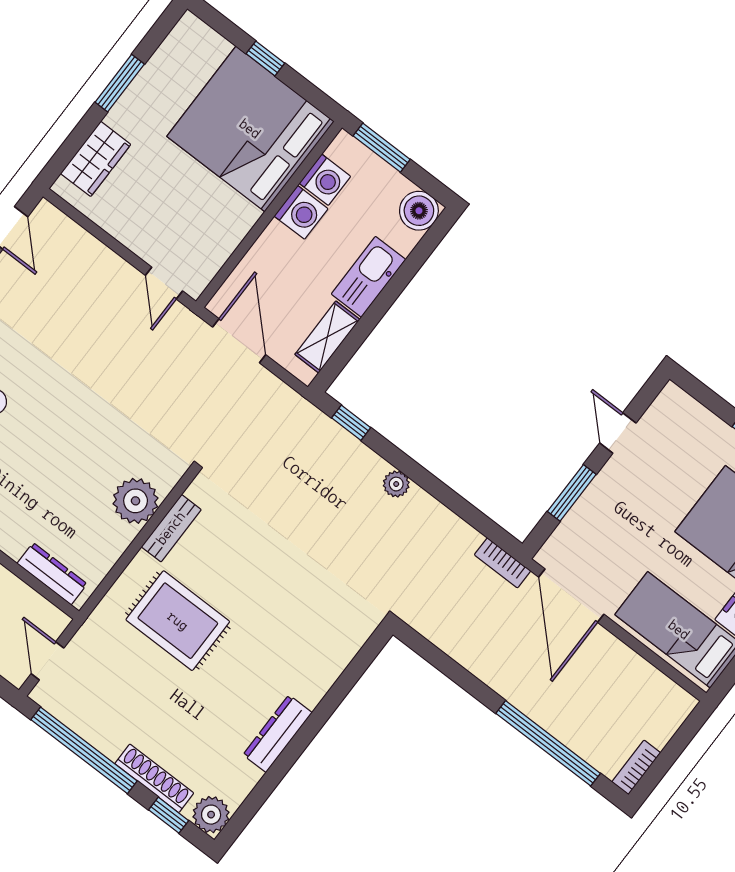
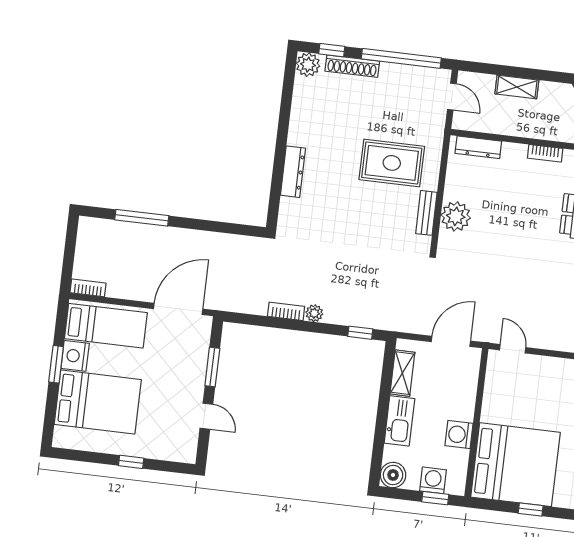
window: (382, 148) -> (435, 498), width x0.67
washing machine: (325, 180) -> (433, 480), moved, turned 90
door: (239, 341) -> (451, 341), swing flipped
bookcase: (503, 563) -> (286, 311), moved
door: (571, 596) -> (178, 309), hinge flipped
dresser: (278, 734) -> (293, 172), moved
window: (548, 743) -> (142, 218), width x0.68
bookcase: (636, 767) -> (88, 288), moved, turned -90

